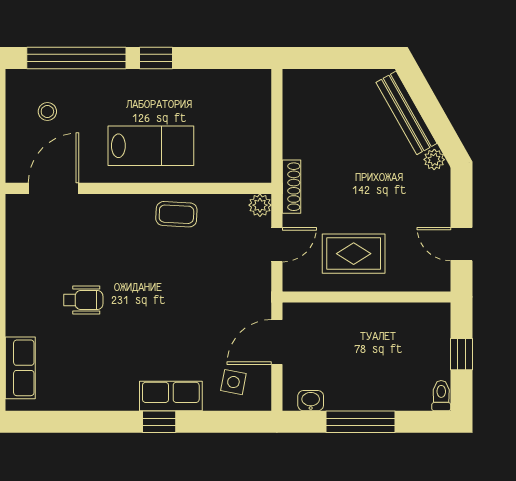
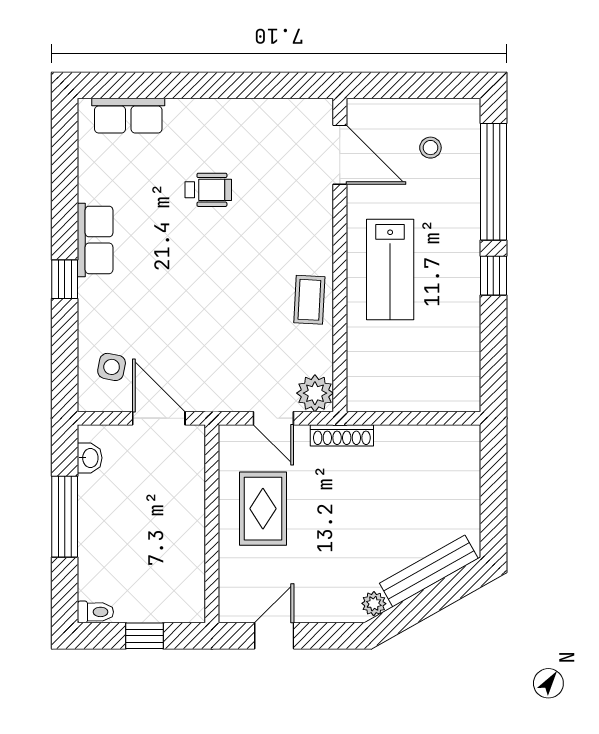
plant: (260, 205) -> (315, 393), width x1.38, depth x1.38
wheelchair: (83, 300) -> (208, 190), turned -90
row of seats: (171, 396) -> (95, 240), moved

